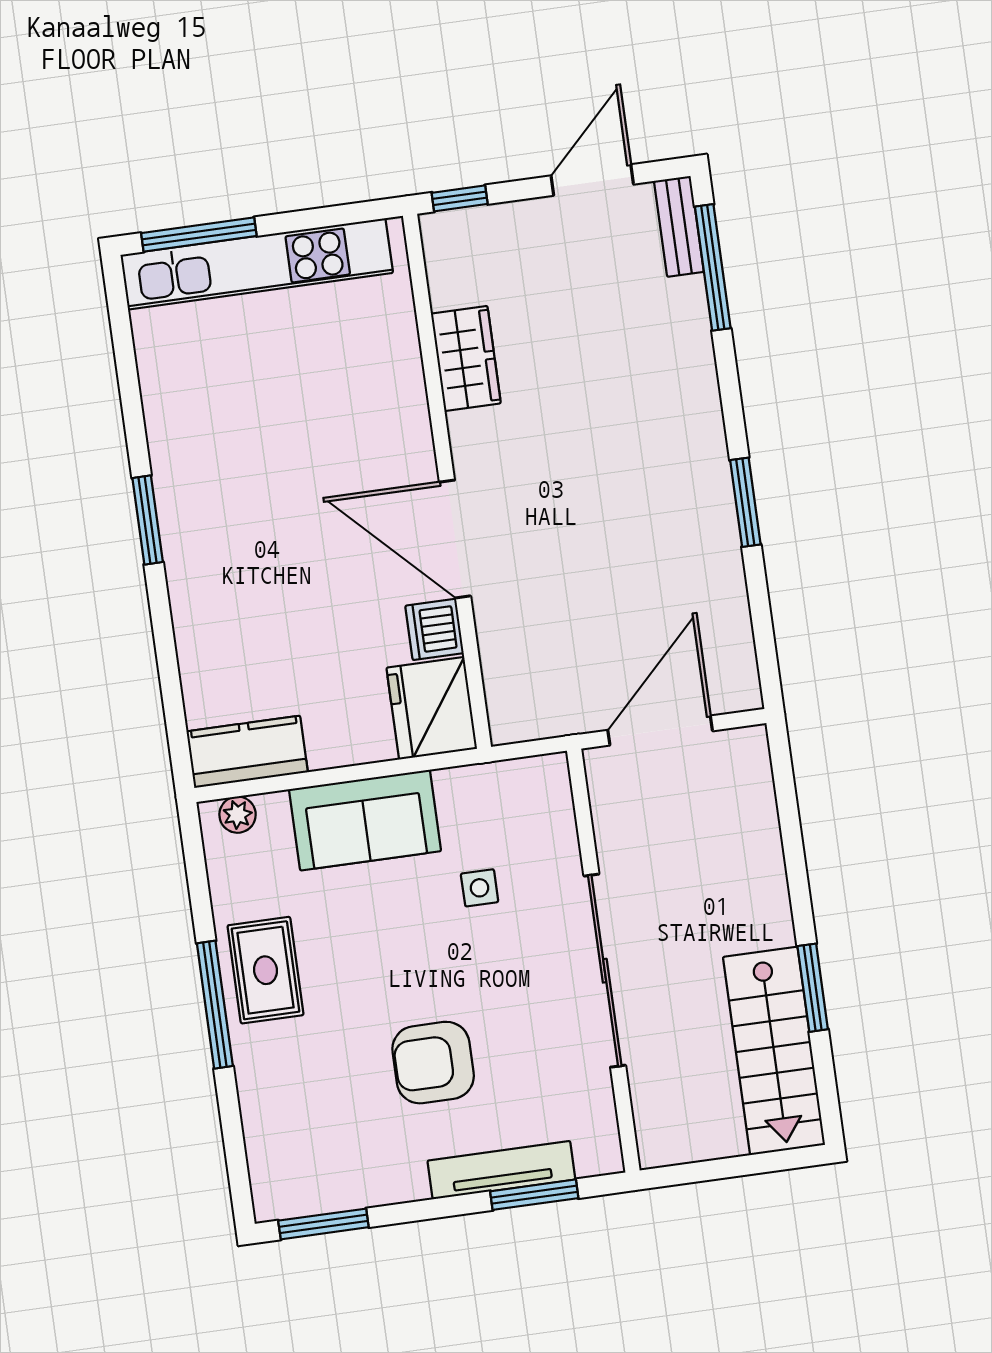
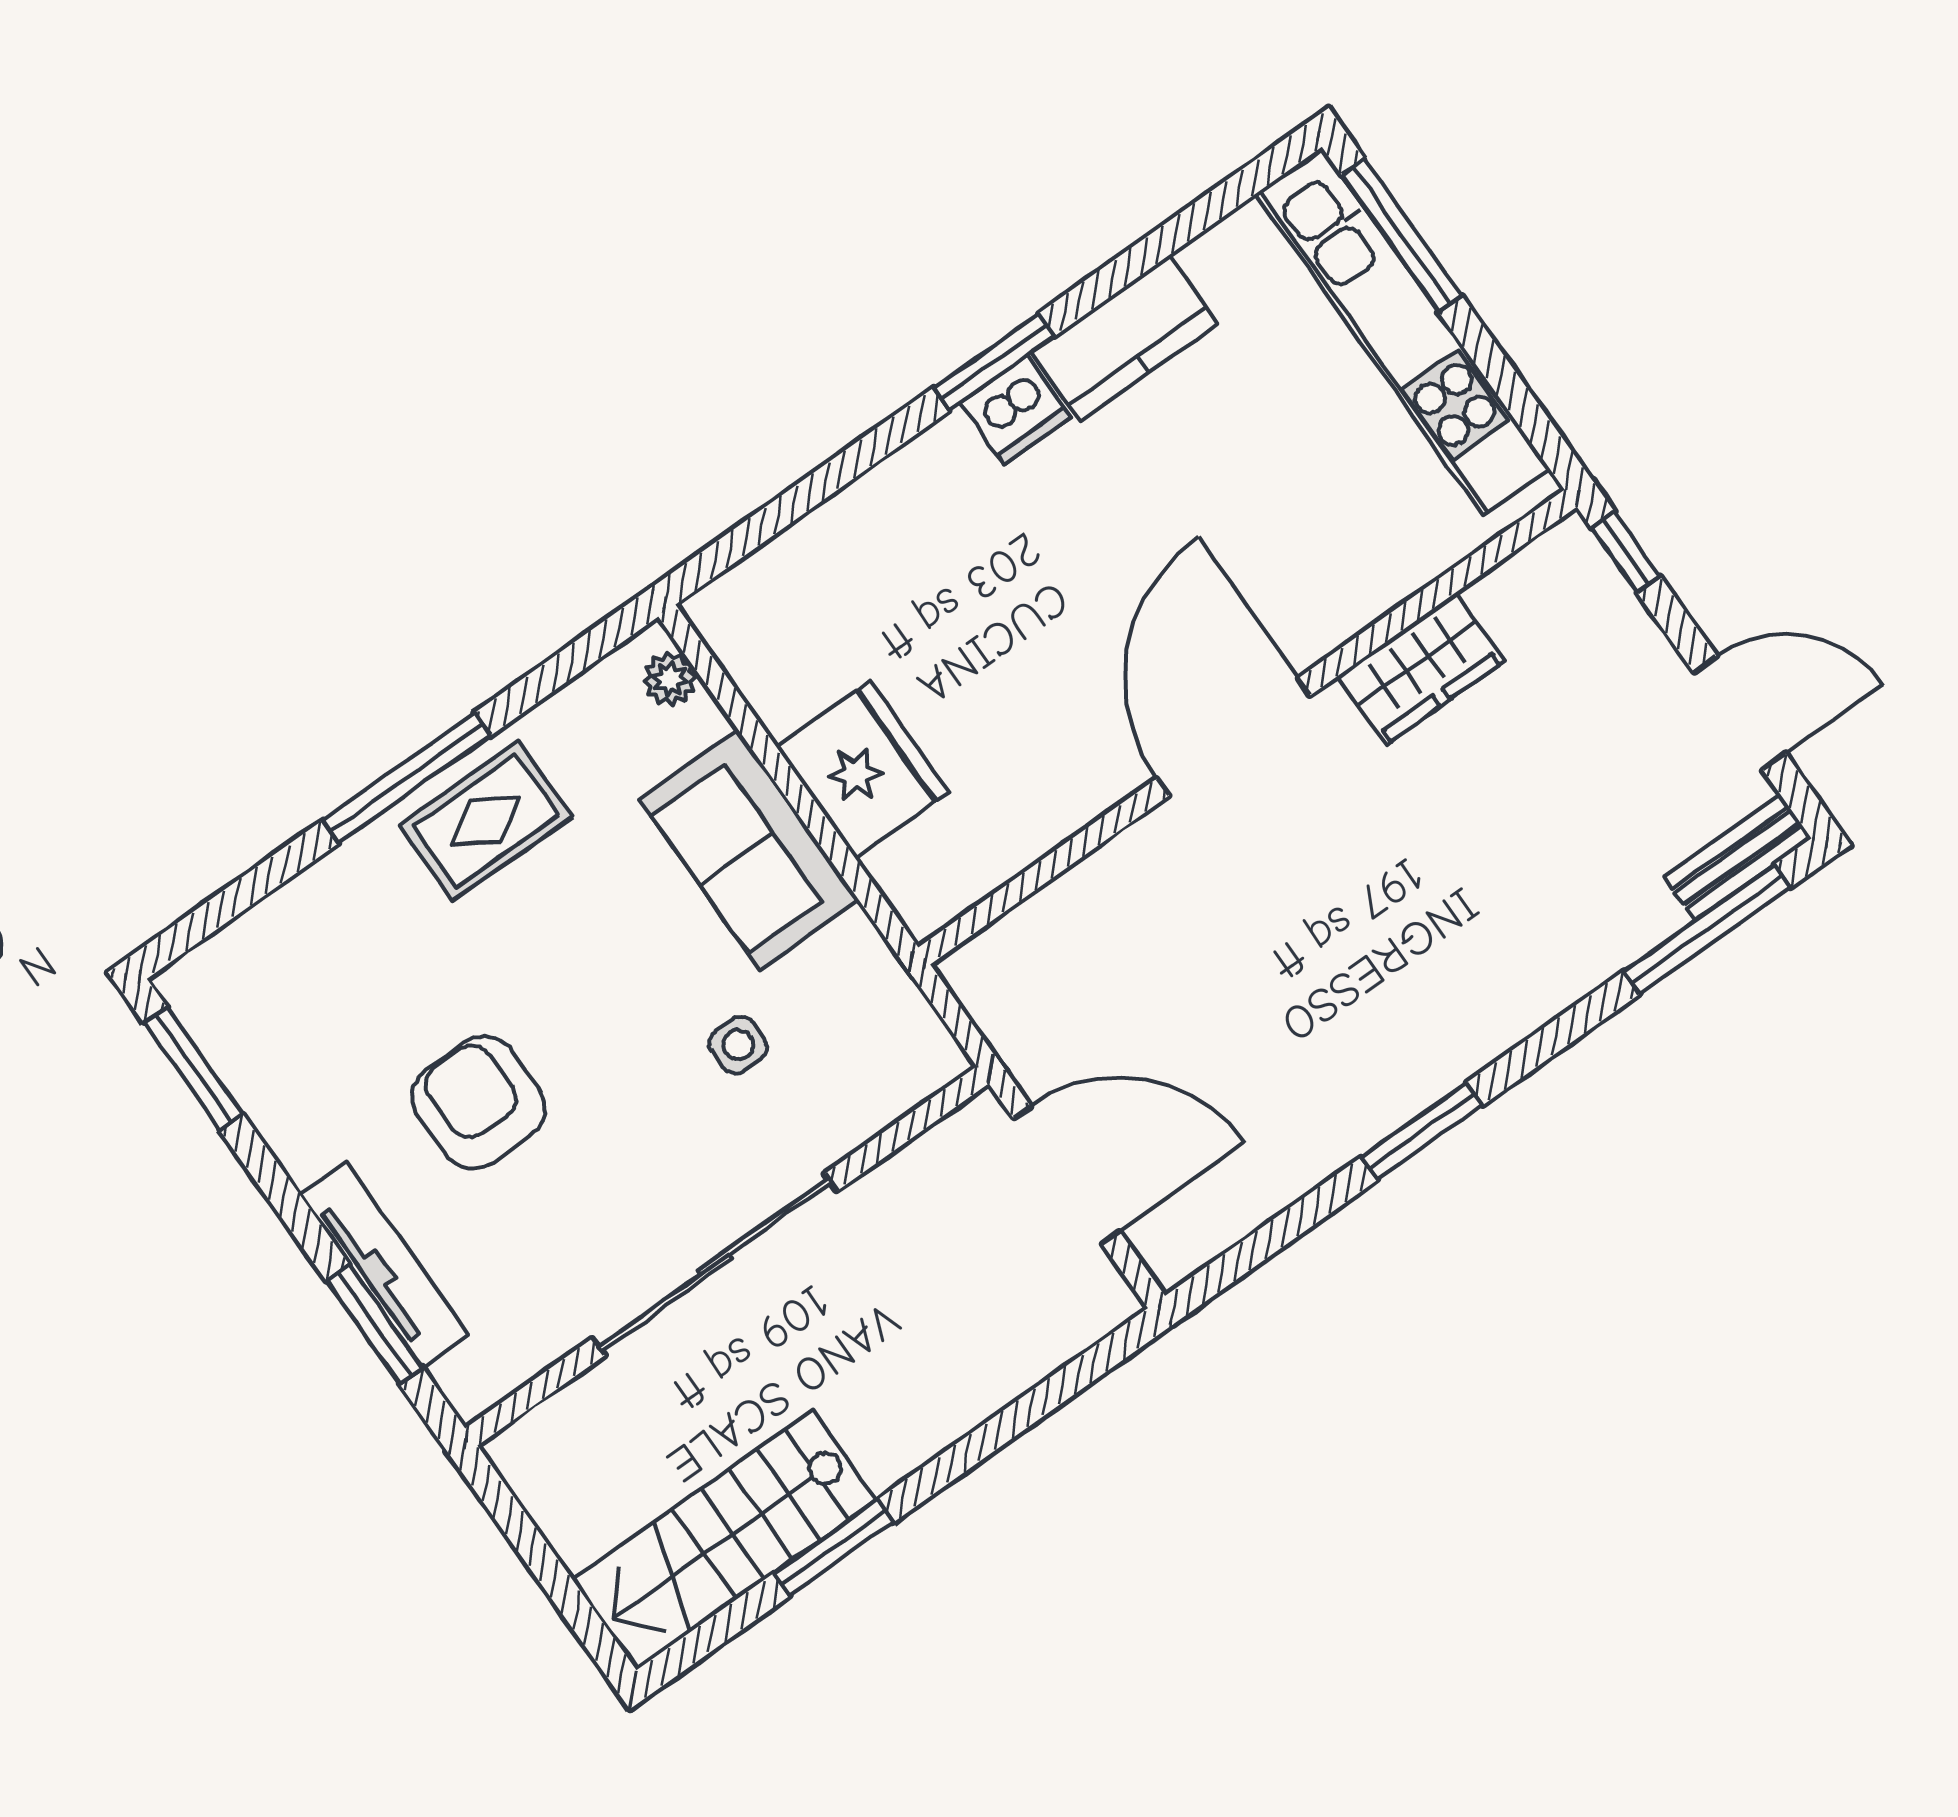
door: (455, 539) -> (1234, 737), moved
dishwasher: (434, 629) -> (1016, 410), moved, turned 180
fridge: (432, 708) -> (863, 769), moved, turned 90
kitchen counter: (247, 752) -> (1125, 338), moved, turned 90

